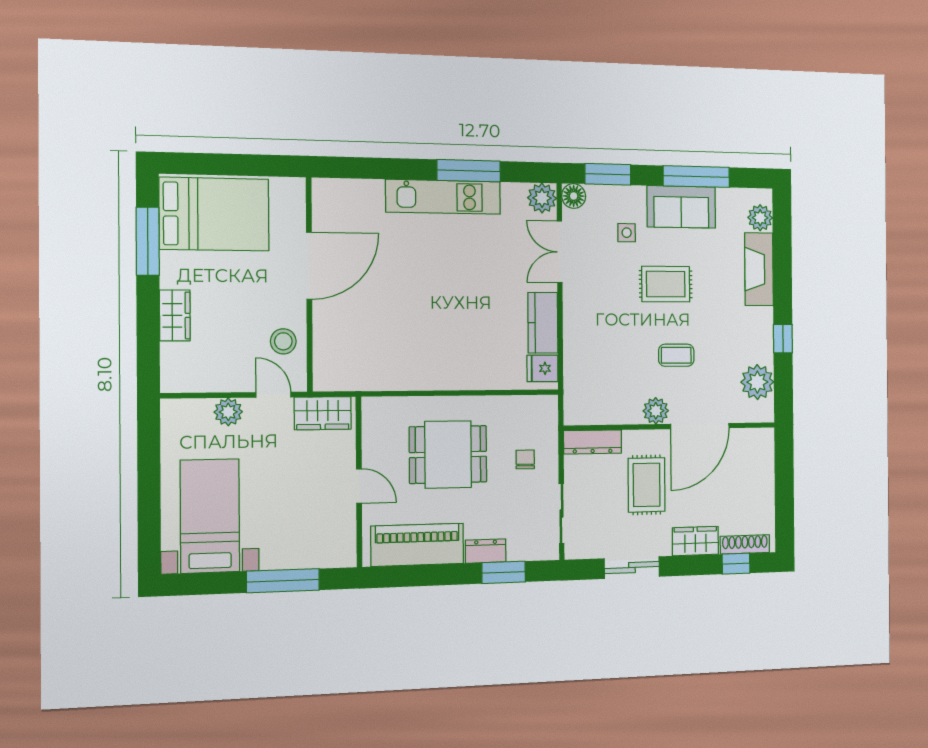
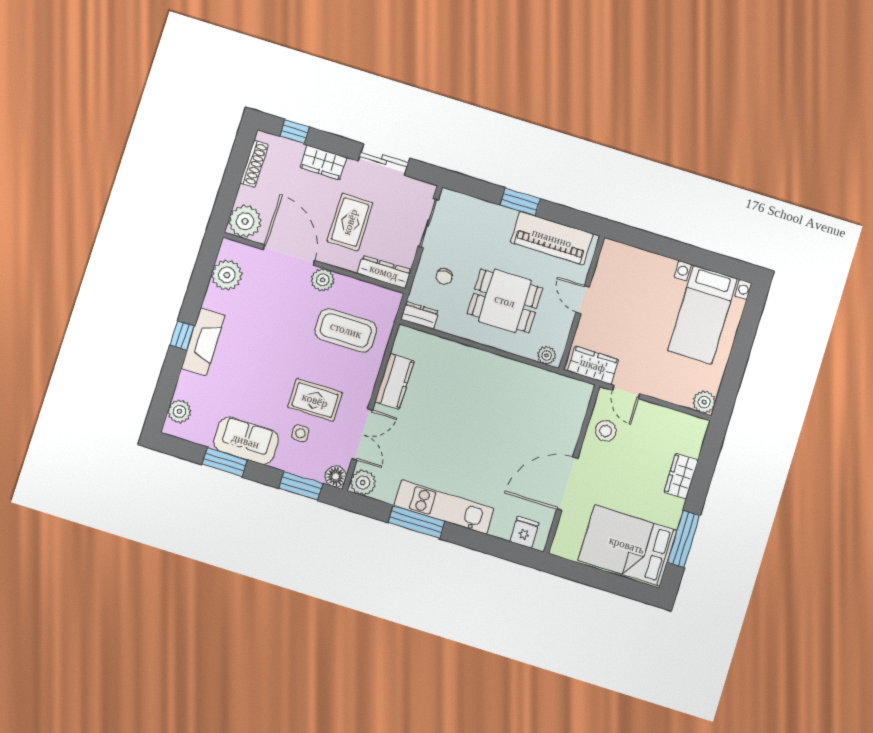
window: (696, 177) -> (225, 462), width x0.69
fireplace: (759, 269) -> (203, 342), moved
rug: (666, 284) -> (315, 400), moved
window: (783, 339) -> (182, 336), moved
coffee table: (676, 355) -> (346, 330), moved, width x1.86, depth x1.72
fridge: (542, 368) -> (524, 532), moved, turned -90
plant: (381, 407) -> (547, 355), added
plant: (228, 412) -> (704, 402), moved
door: (700, 426) -> (289, 255), hinge flipped
plant: (757, 447) -> (245, 221), added
shoe rack: (745, 544) -> (254, 164), moved, turned -90
dresser: (486, 551) -> (420, 315), moved, turned 180
window: (504, 572) -> (520, 202), moved
window: (283, 581) -> (664, 246), removed

